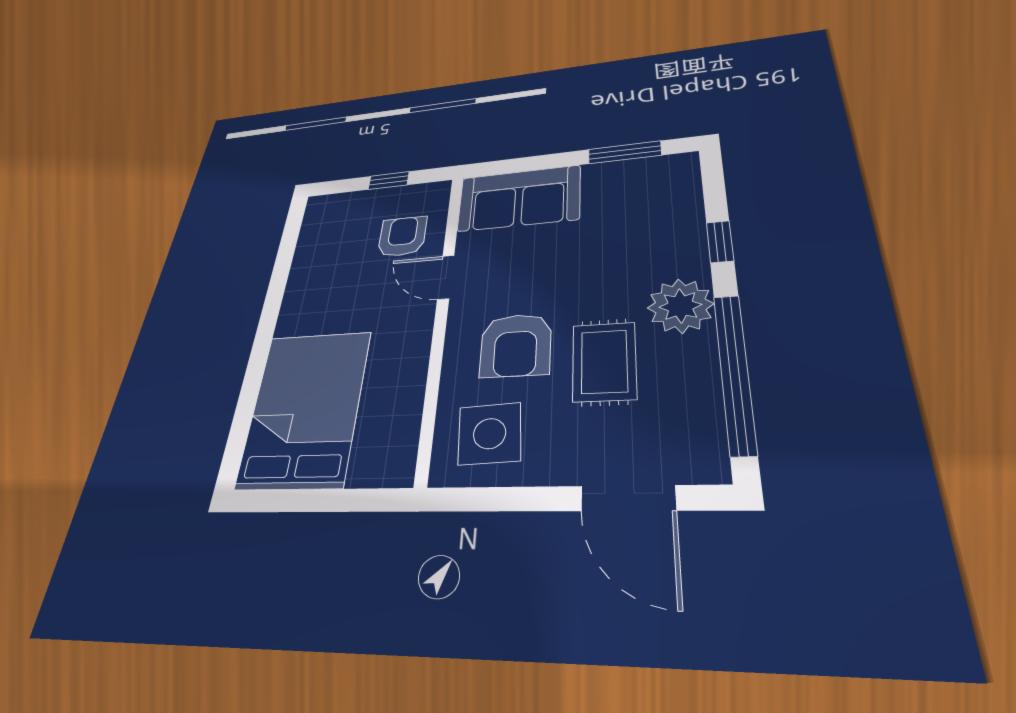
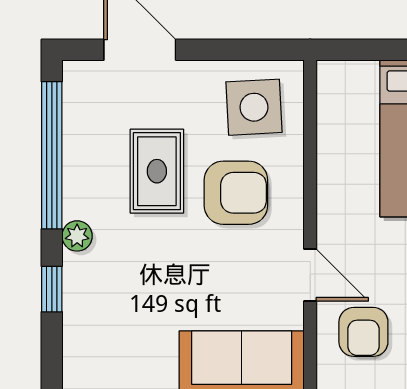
plant: (680, 306) -> (77, 236), width x0.53, depth x0.53
armchair: (516, 345) -> (236, 193), turned 90

